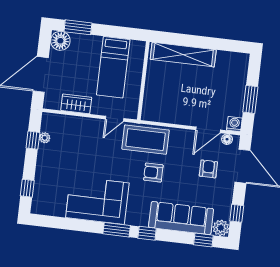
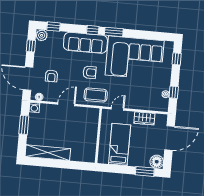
shelving: (183, 55) -> (48, 153), moved
door: (208, 130) -> (66, 104), moved
coffee table: (145, 140) -> (96, 95), width x0.73, depth x0.76
corner sofa: (97, 200) -> (135, 58), width x1.36, depth x1.36
sofa: (181, 218) -> (85, 43), moved

